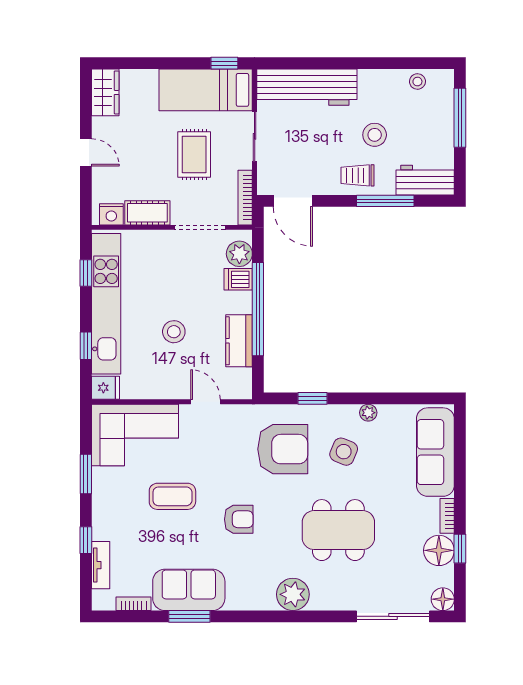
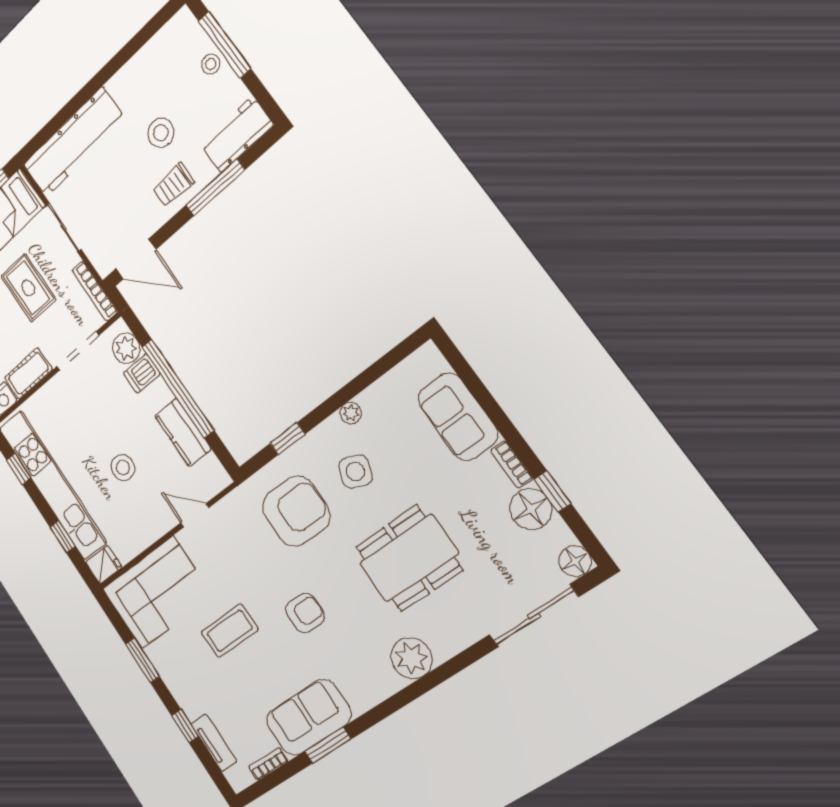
stool: (417, 82) -> (211, 64), moved
sofa: (435, 452) -> (458, 417), width x0.73

